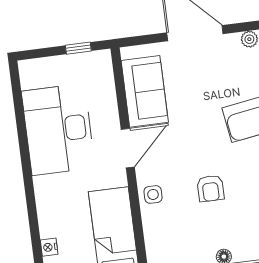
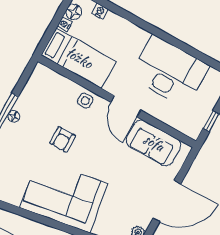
armchair: (210, 188) -> (63, 139), turned -90

